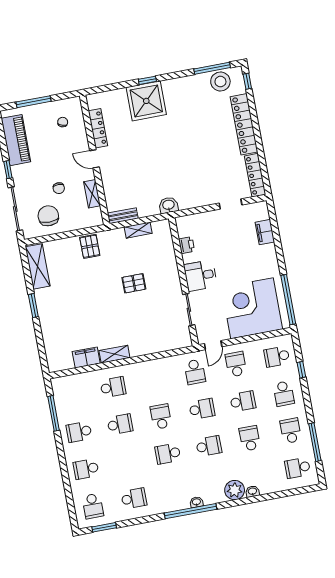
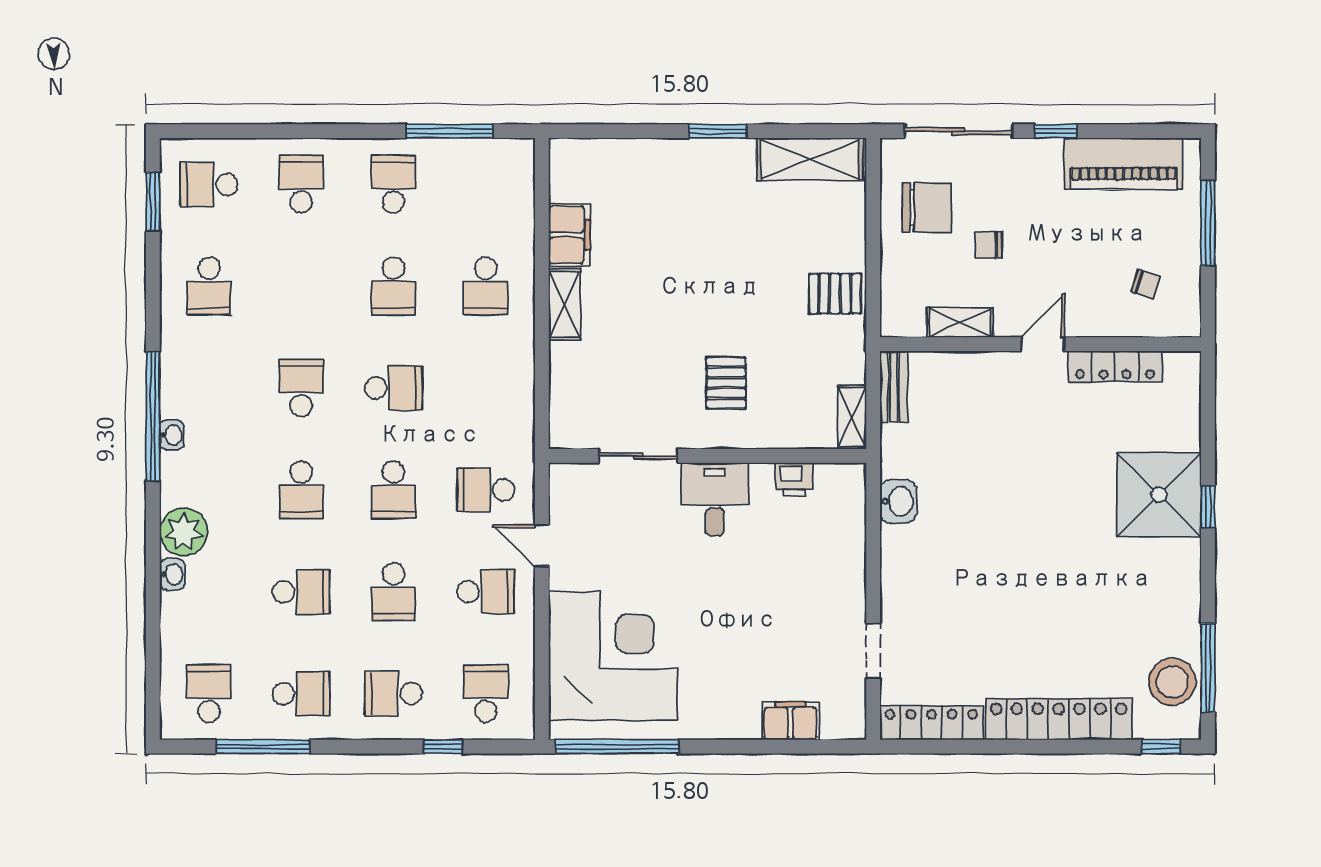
printer: (187, 245) -> (794, 479), moved
desk: (200, 276) -> (715, 499), moved
wall: (184, 282) -> (707, 456), moved
sliding door: (189, 310) -> (638, 456), moved

